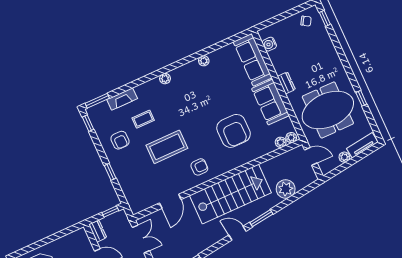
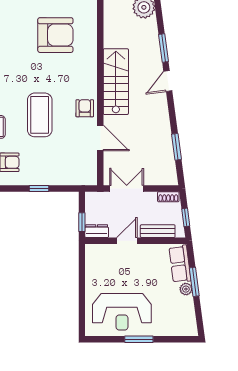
armchair: (199, 167) -> (85, 108), moved
stairs: (230, 194) -> (116, 82), width x0.73, depth x0.66
window: (110, 212) -> (82, 222), moved

